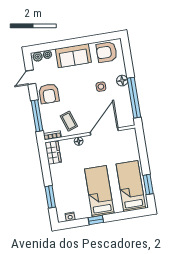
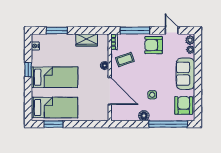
floor lamp: (122, 81) -> (144, 116), moved
window: (134, 98) -> (168, 124), moved
wardrobe: (53, 152) -> (87, 40), moved

